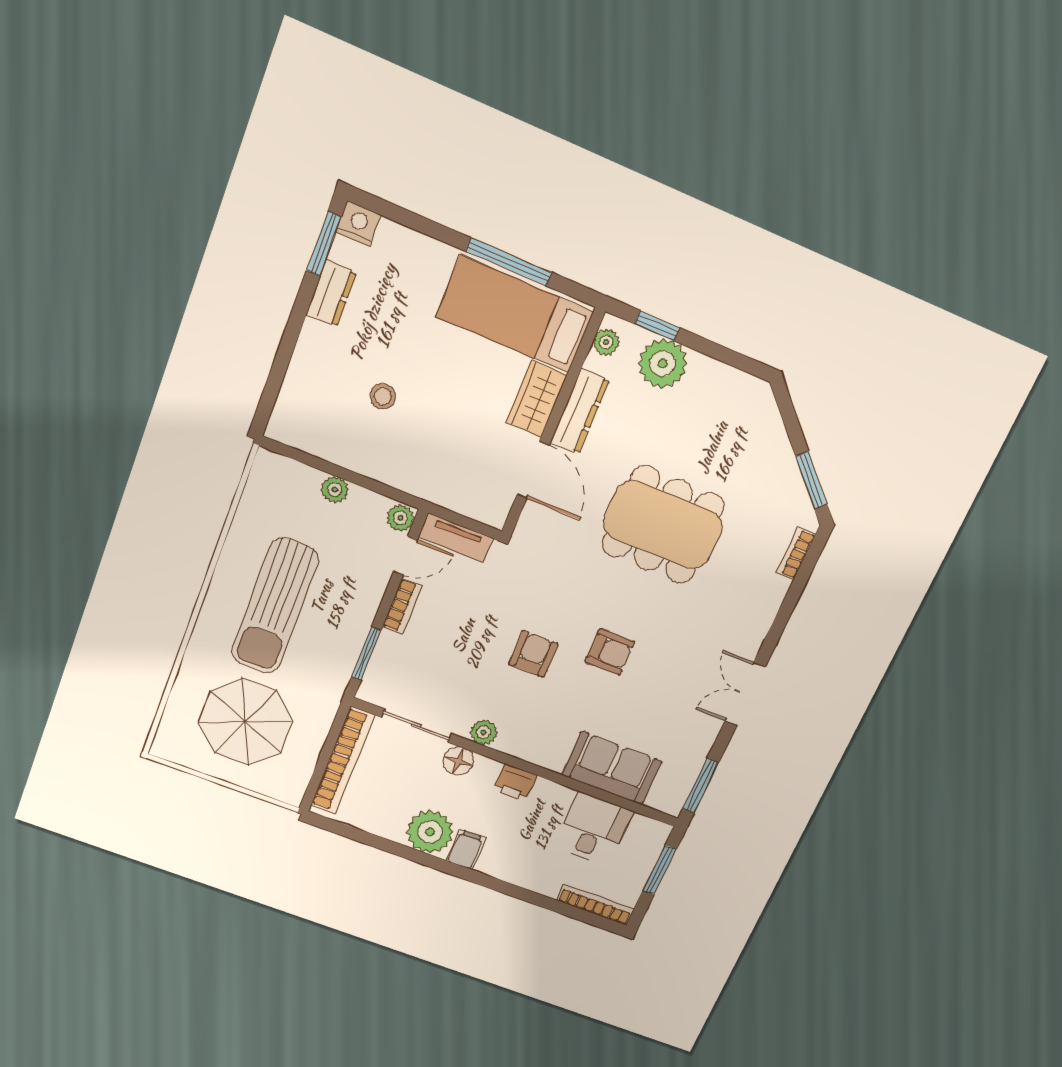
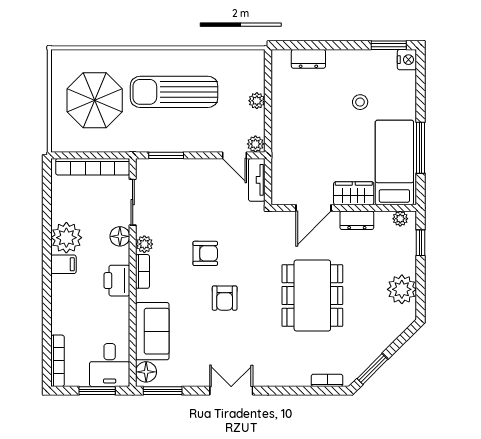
dresser: (331, 294) -> (308, 59), moved
plant: (663, 363) -> (402, 289), moved
stool: (383, 396) -> (360, 102), moved
dresser: (580, 411) -> (357, 220), width x0.70
bookcase: (402, 606) -> (143, 271), moved, turned -90
printer: (515, 783) -> (117, 281), width x1.36, depth x1.24
floor lamp: (664, 798) -> (146, 372), added
desk: (593, 829) -> (110, 365), moved, turned 90

